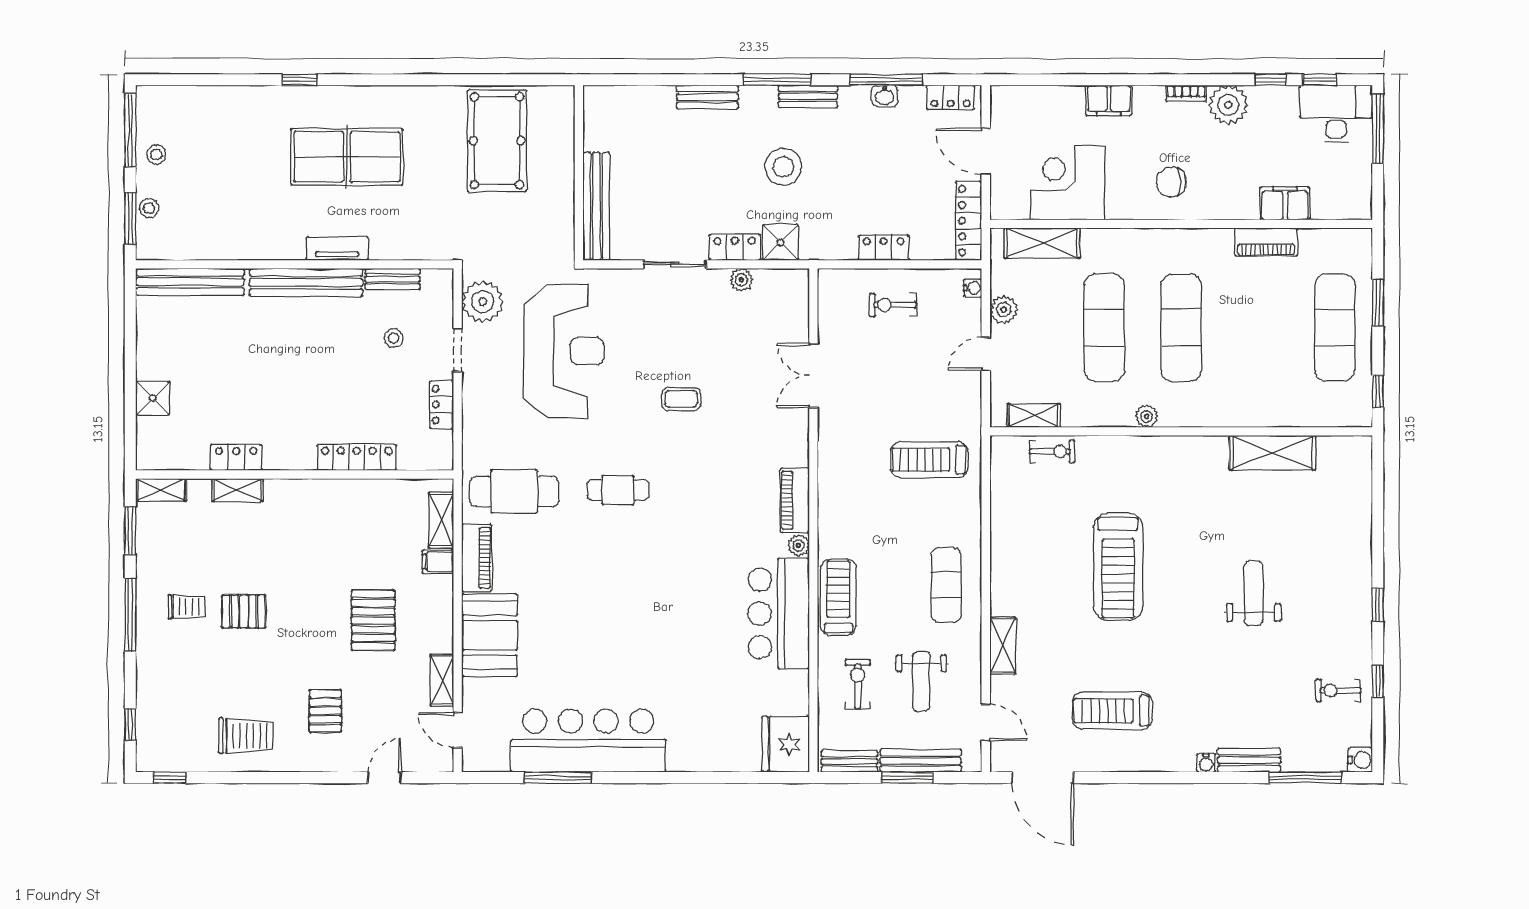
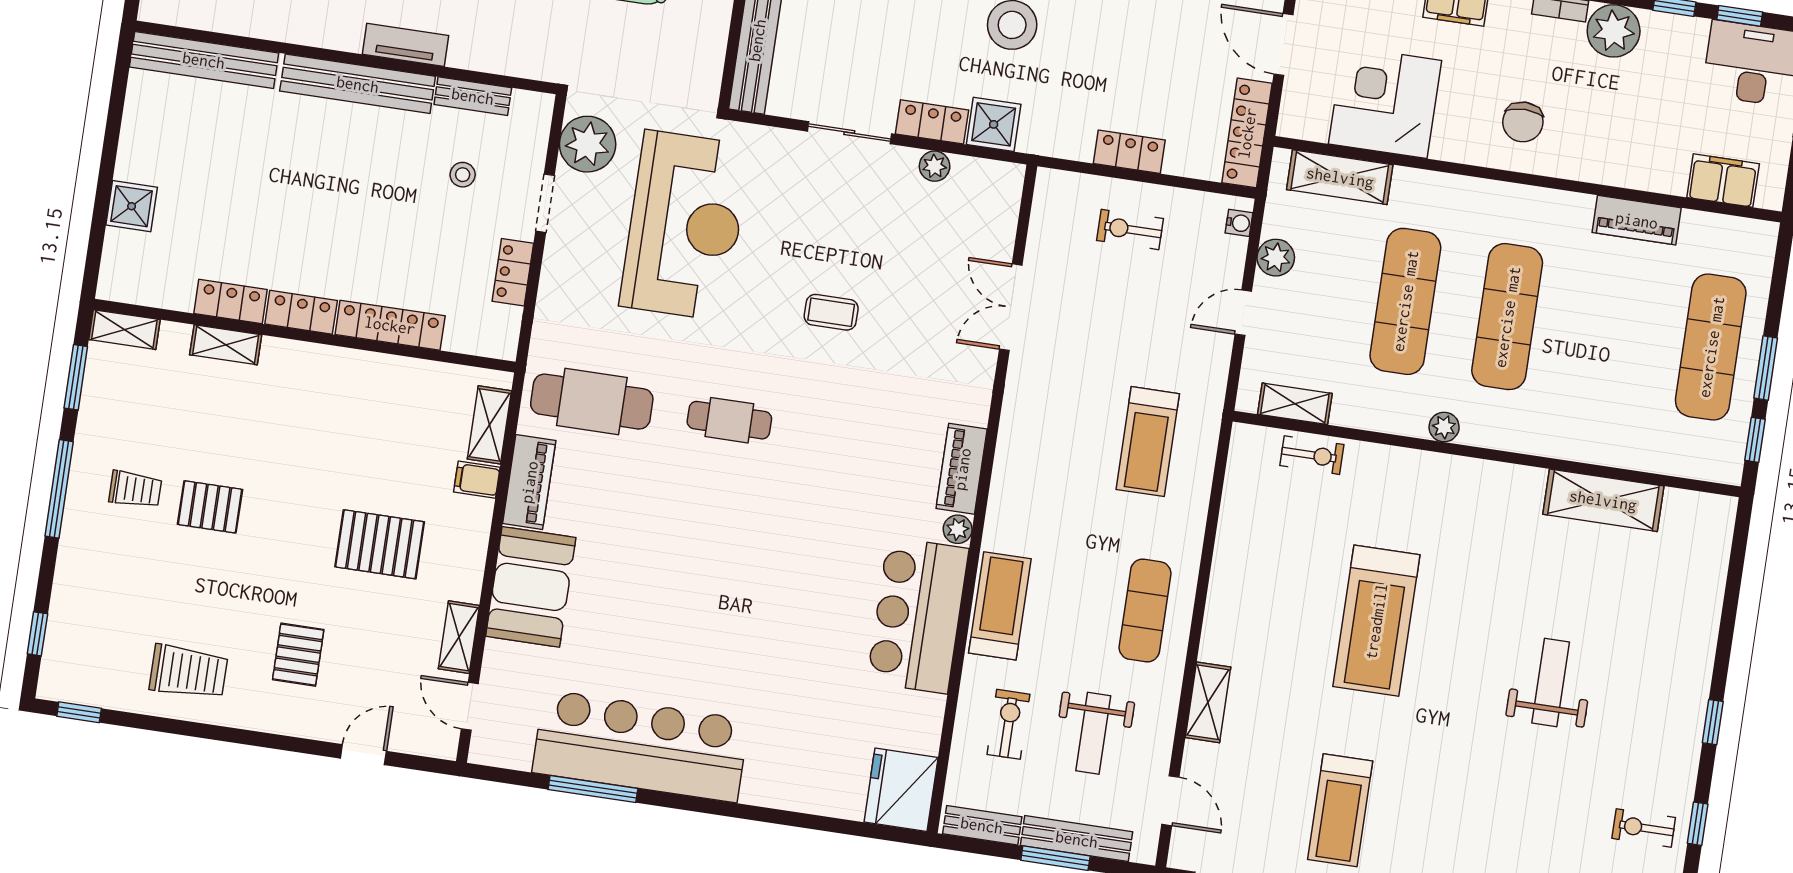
chair: (1171, 182) -> (1523, 122), turned -90
filing cabinet: (1285, 203) -> (1723, 181), moved
window: (1378, 303) -> (1766, 368), moved
locker: (290, 458) -> (301, 312), added
treadmill: (929, 460) -> (1148, 442), turned -90
pallet: (373, 620) -> (380, 544), turned 90
treadmill: (1112, 711) -> (1340, 810), turned -90

